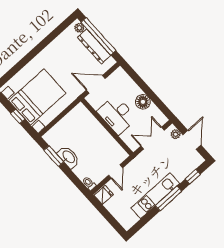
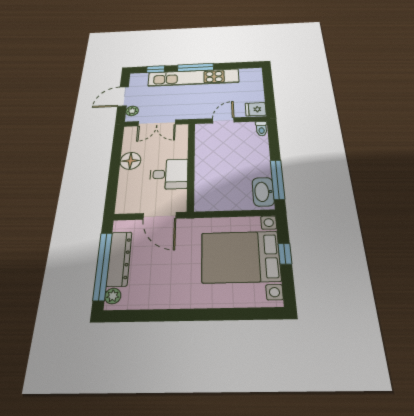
desk: (117, 115) -> (169, 174), width x0.73
window: (54, 156) -> (277, 179), width x1.44
washbasin: (68, 157) -> (263, 192), moved
kitchen unit: (155, 196) -> (193, 78), width x1.36

